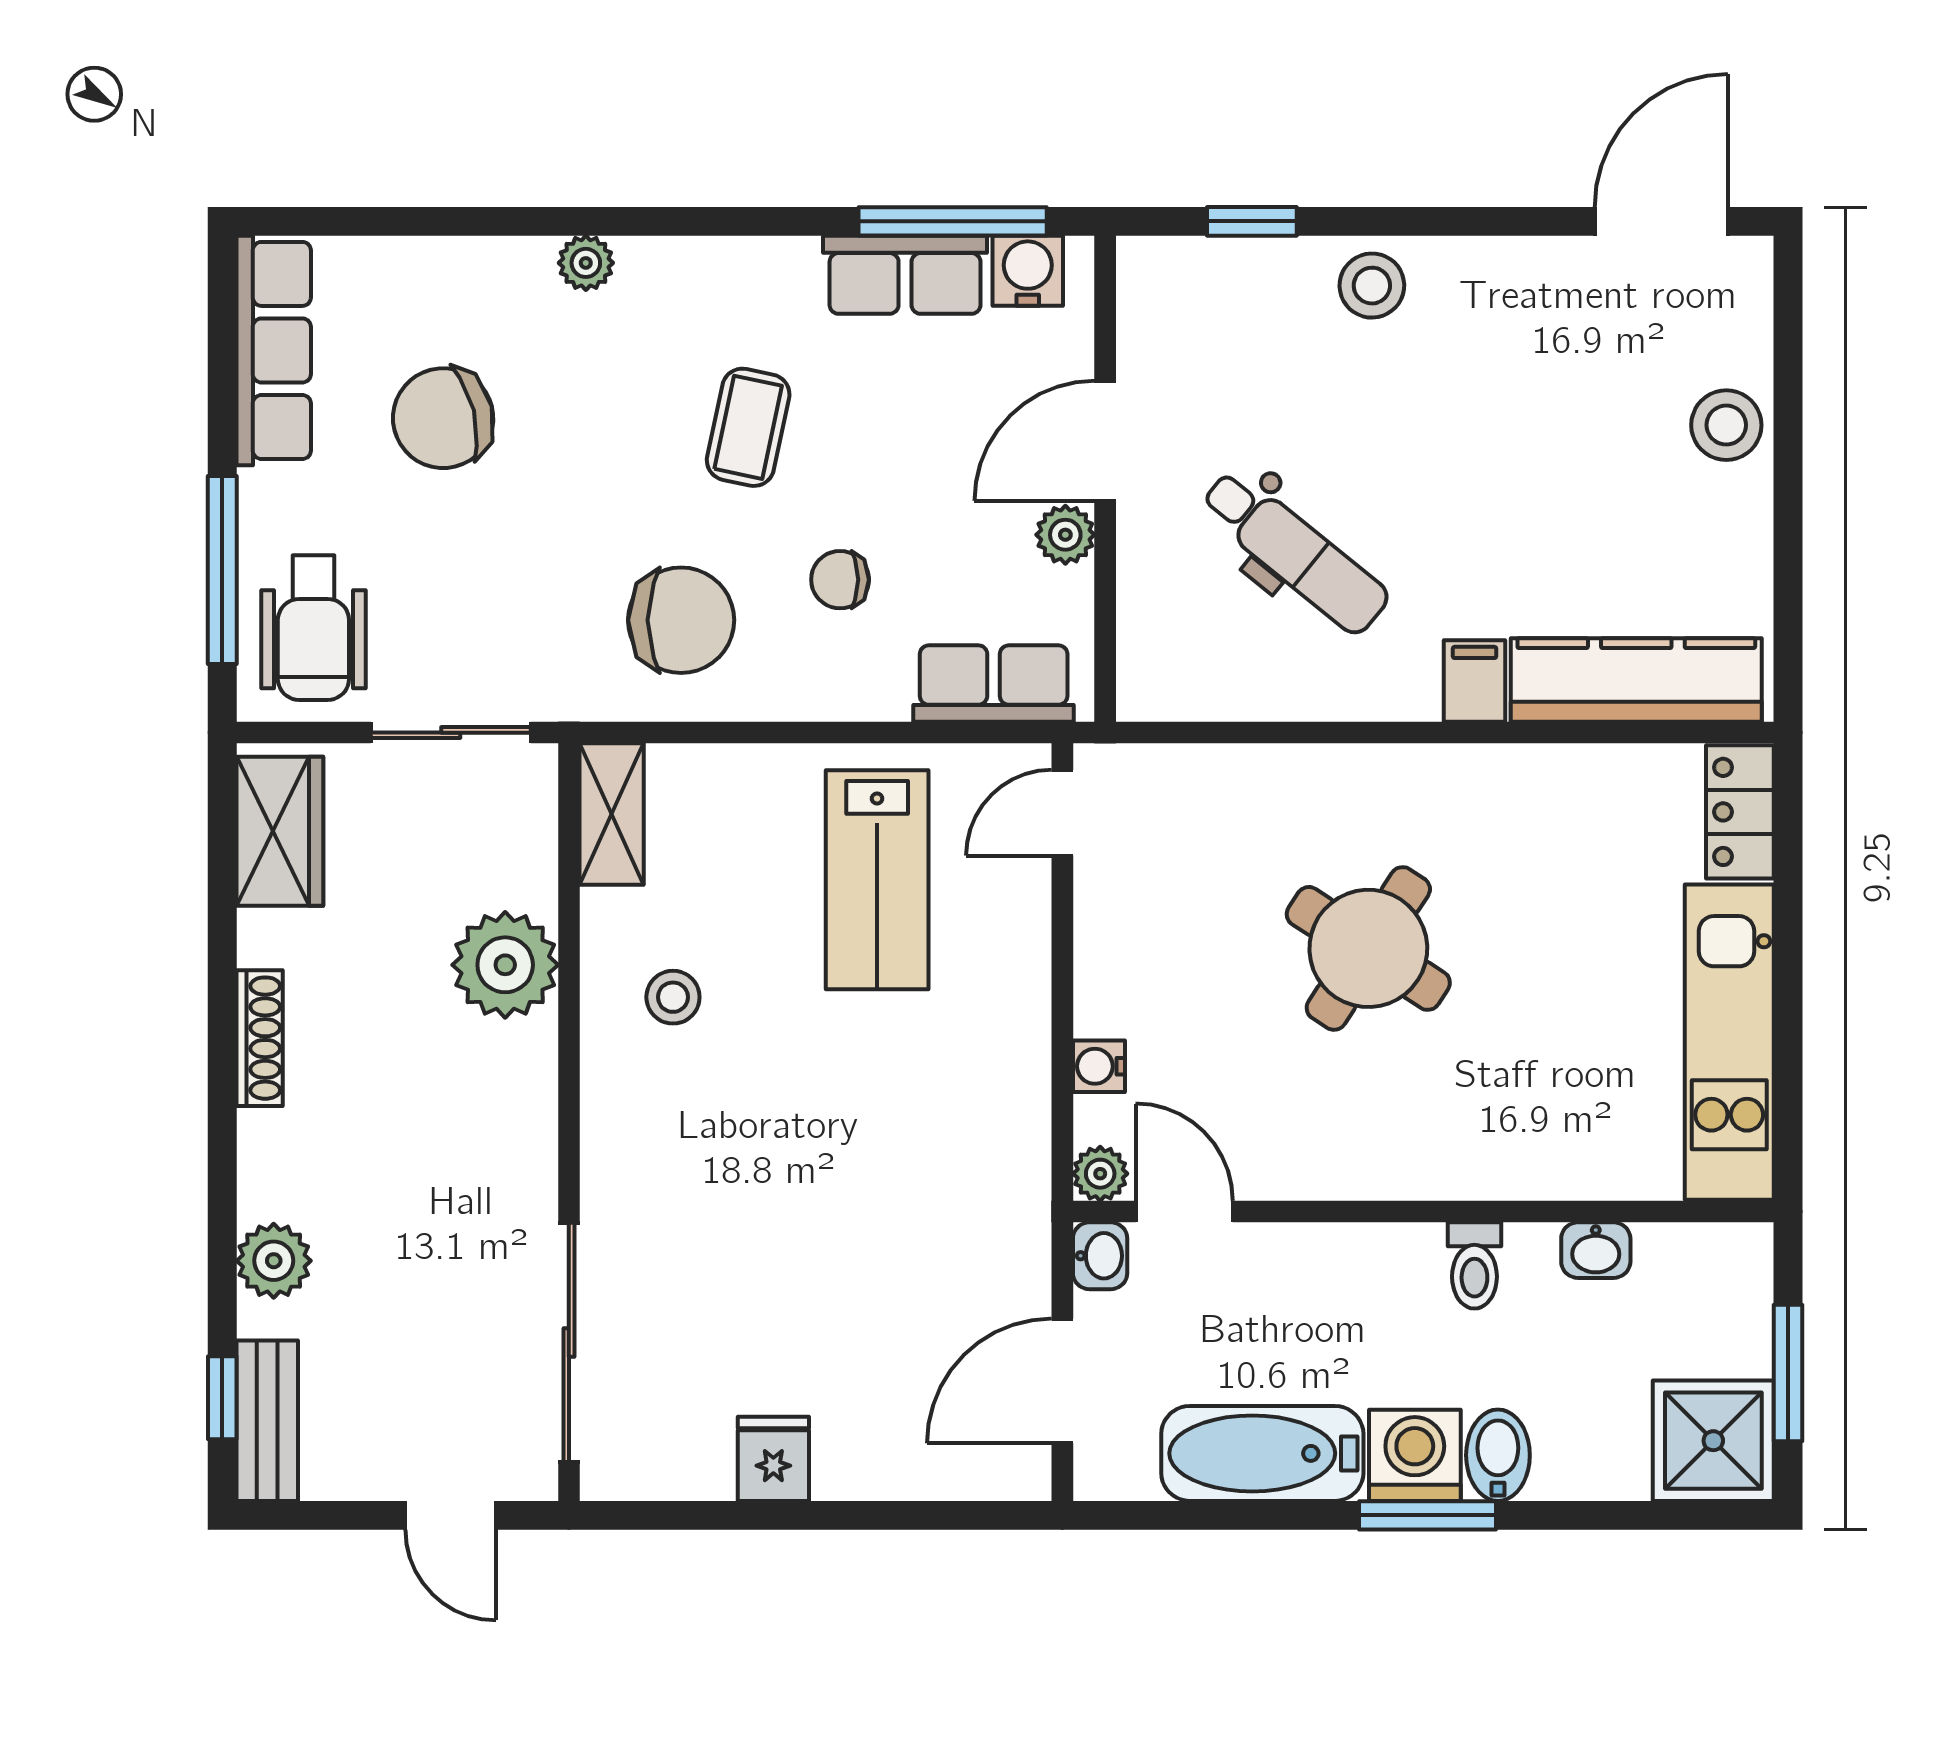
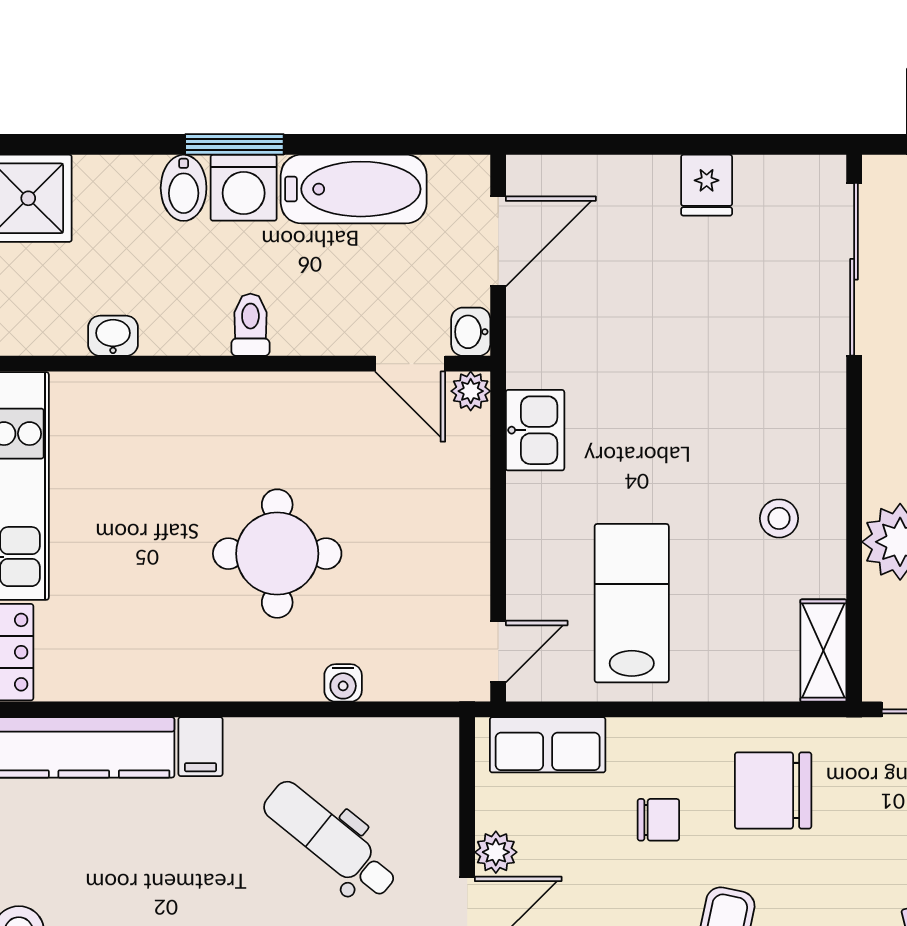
round table: (1368, 948) -> (277, 554), turned -33
water cooler: (1099, 1066) -> (343, 683), moved, turned 90
kitchen sink: (1011, 1119) -> (535, 430), added
toilet: (1474, 1265) -> (250, 325), moved

